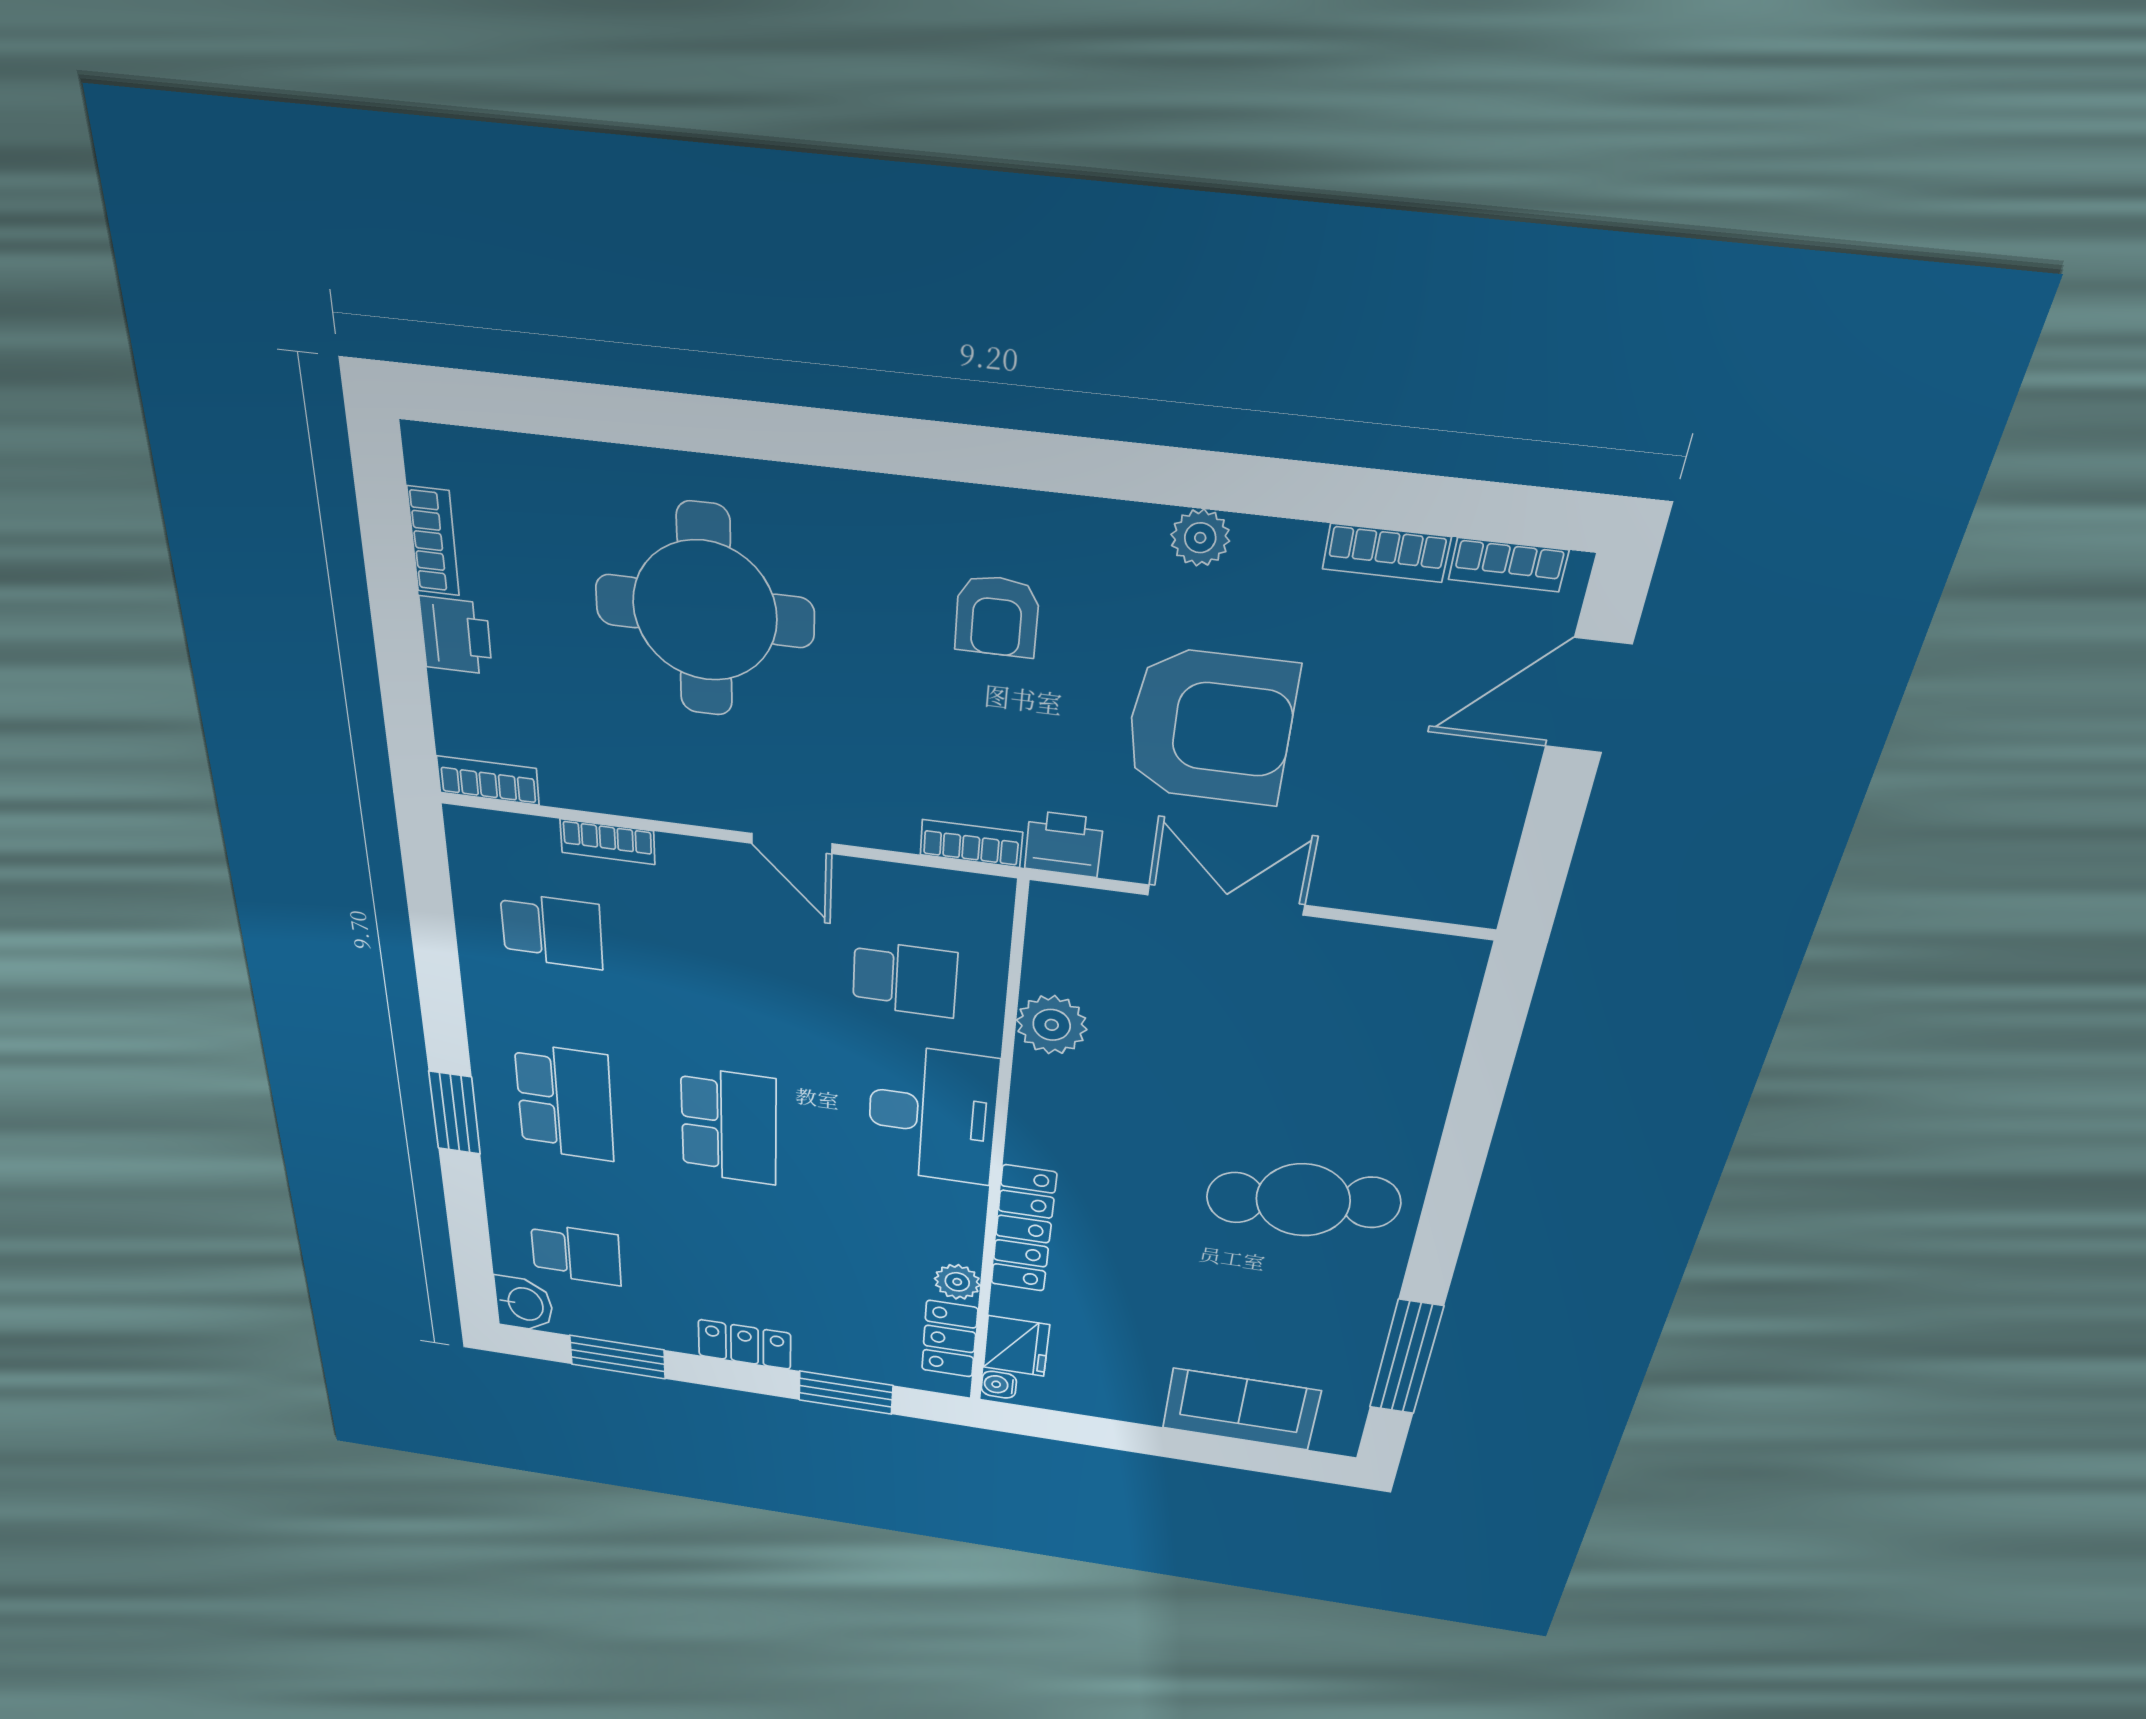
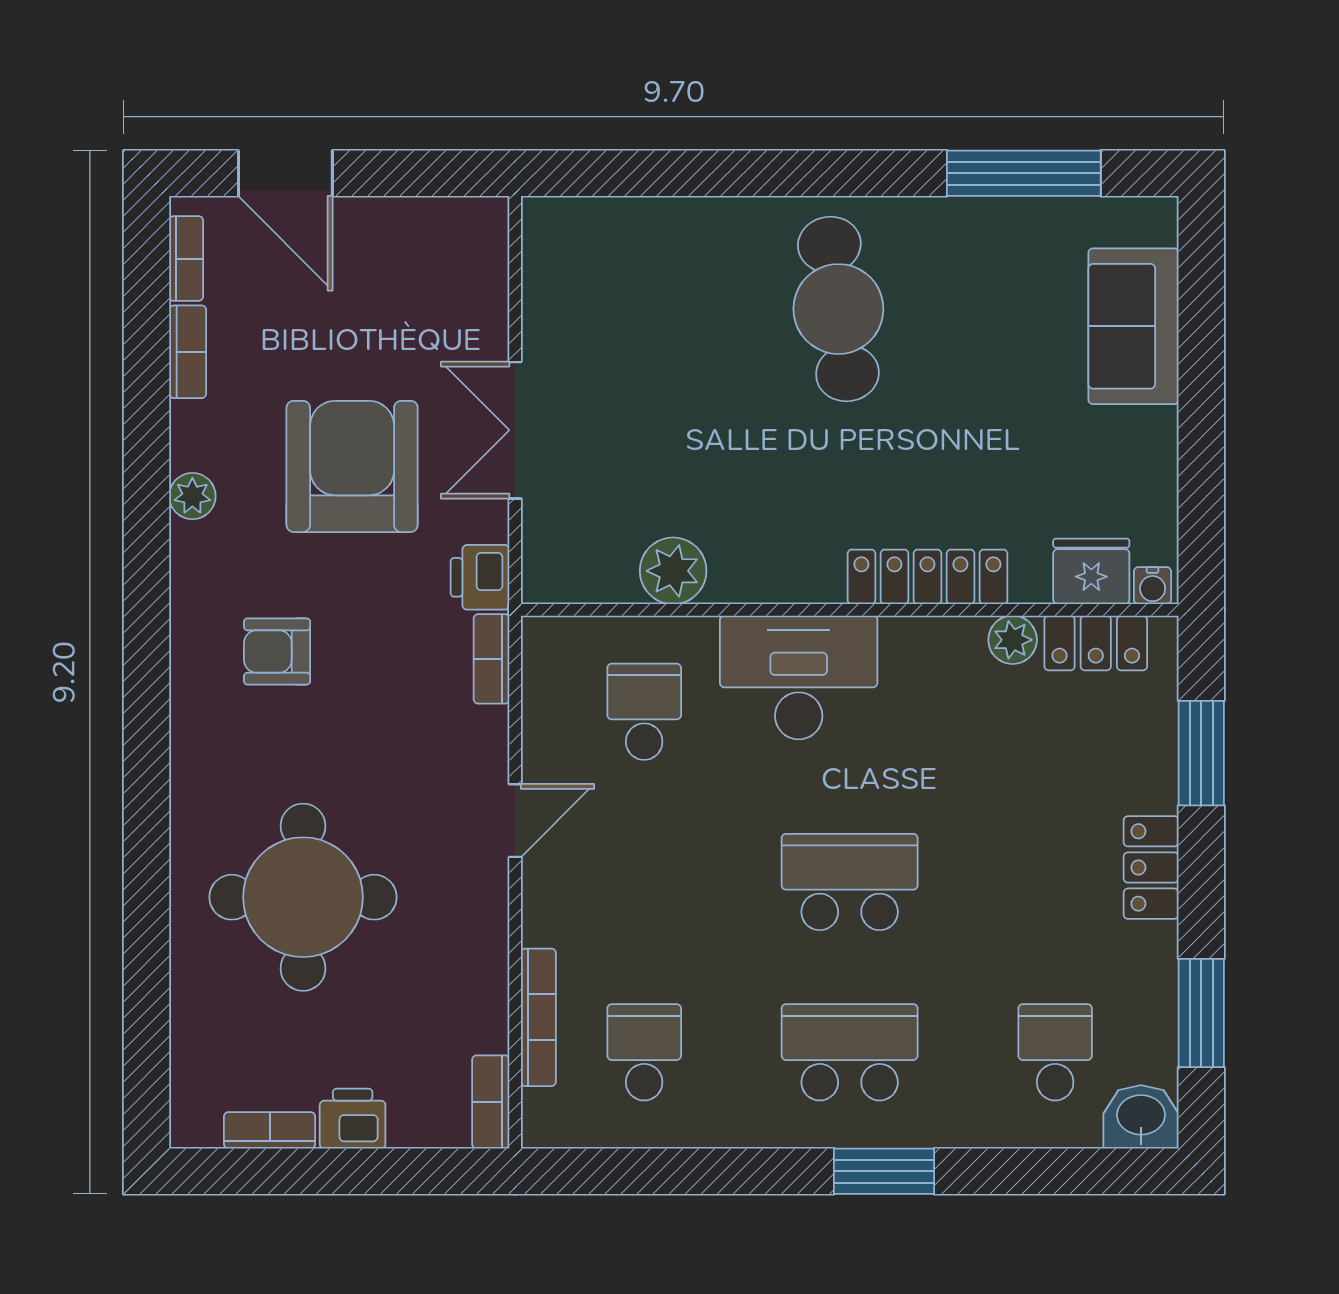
armchair: (997, 616) -> (277, 652), turned 180
bookcase: (608, 842) -> (538, 1017), width x1.56

